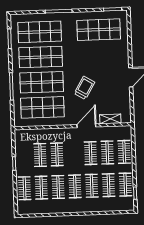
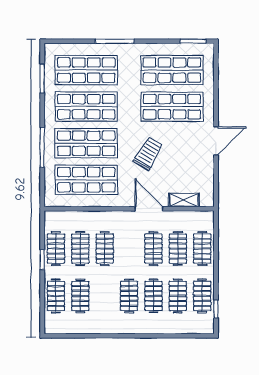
shop shelf: (100, 55) -> (172, 107), added
door: (86, 126) -> (149, 209), hinge flipped
clothes rail: (58, 187) -> (56, 249), moved

